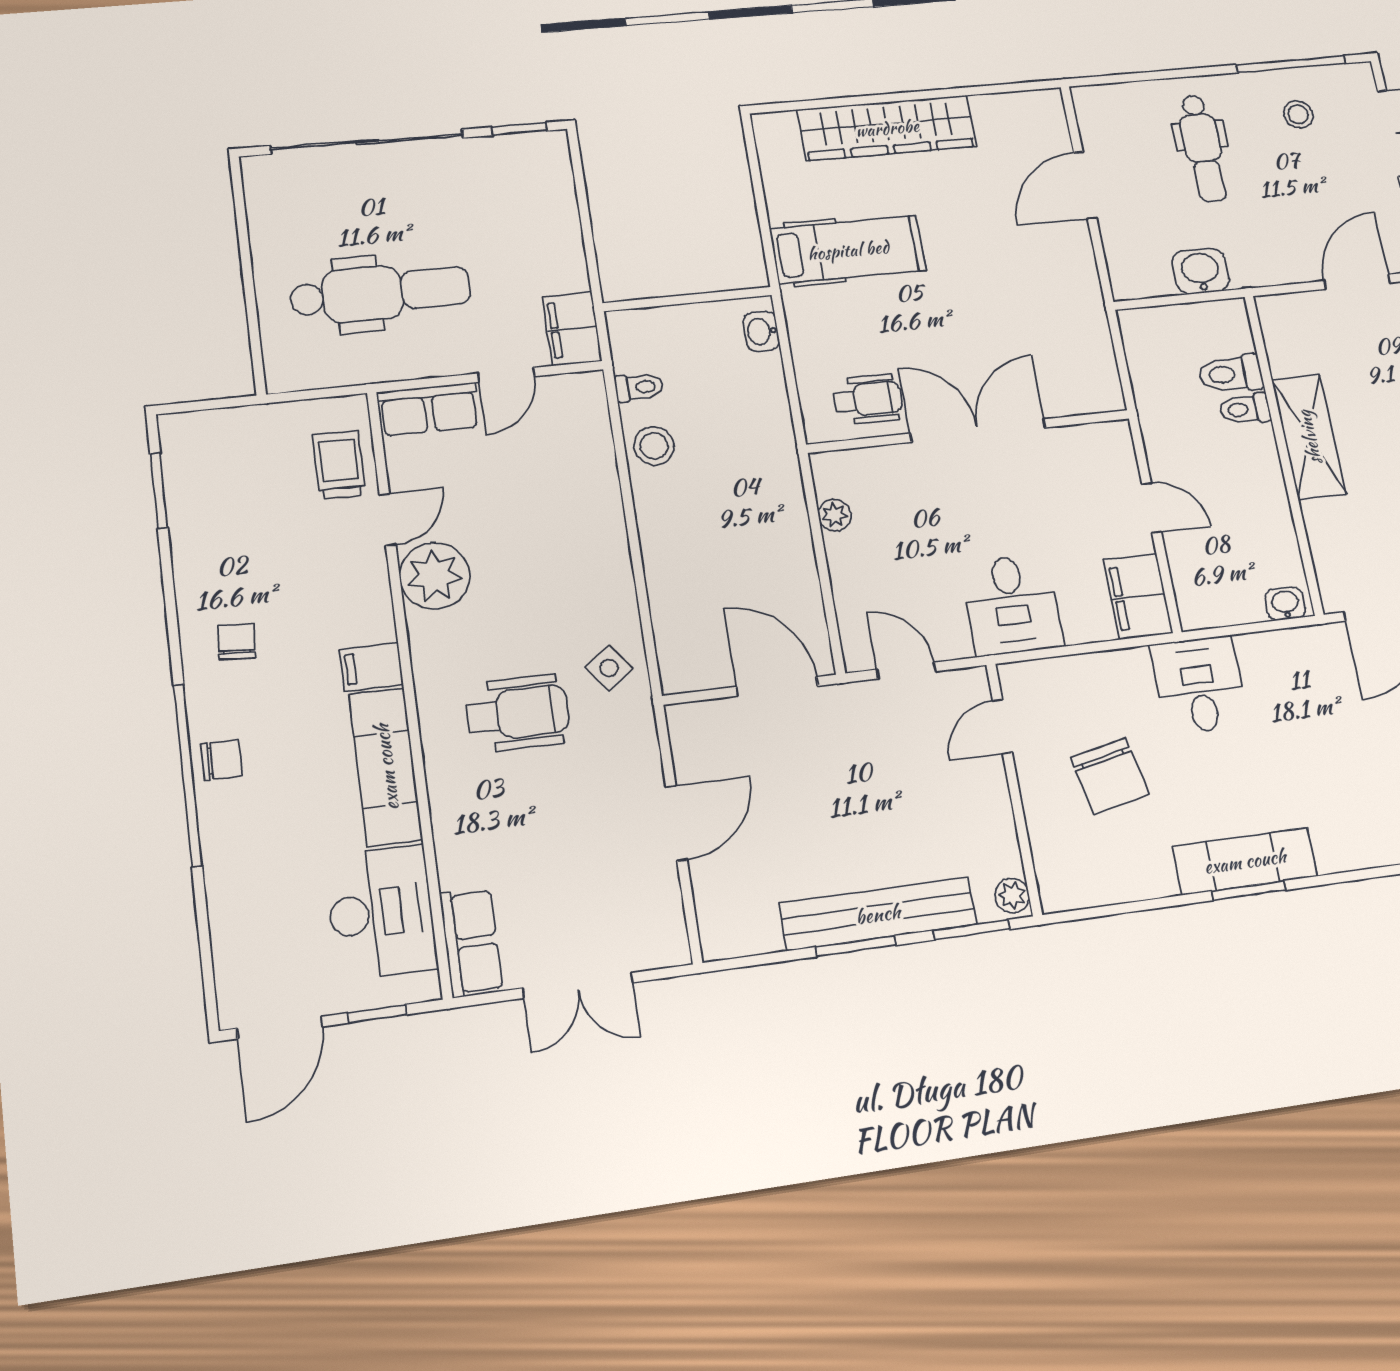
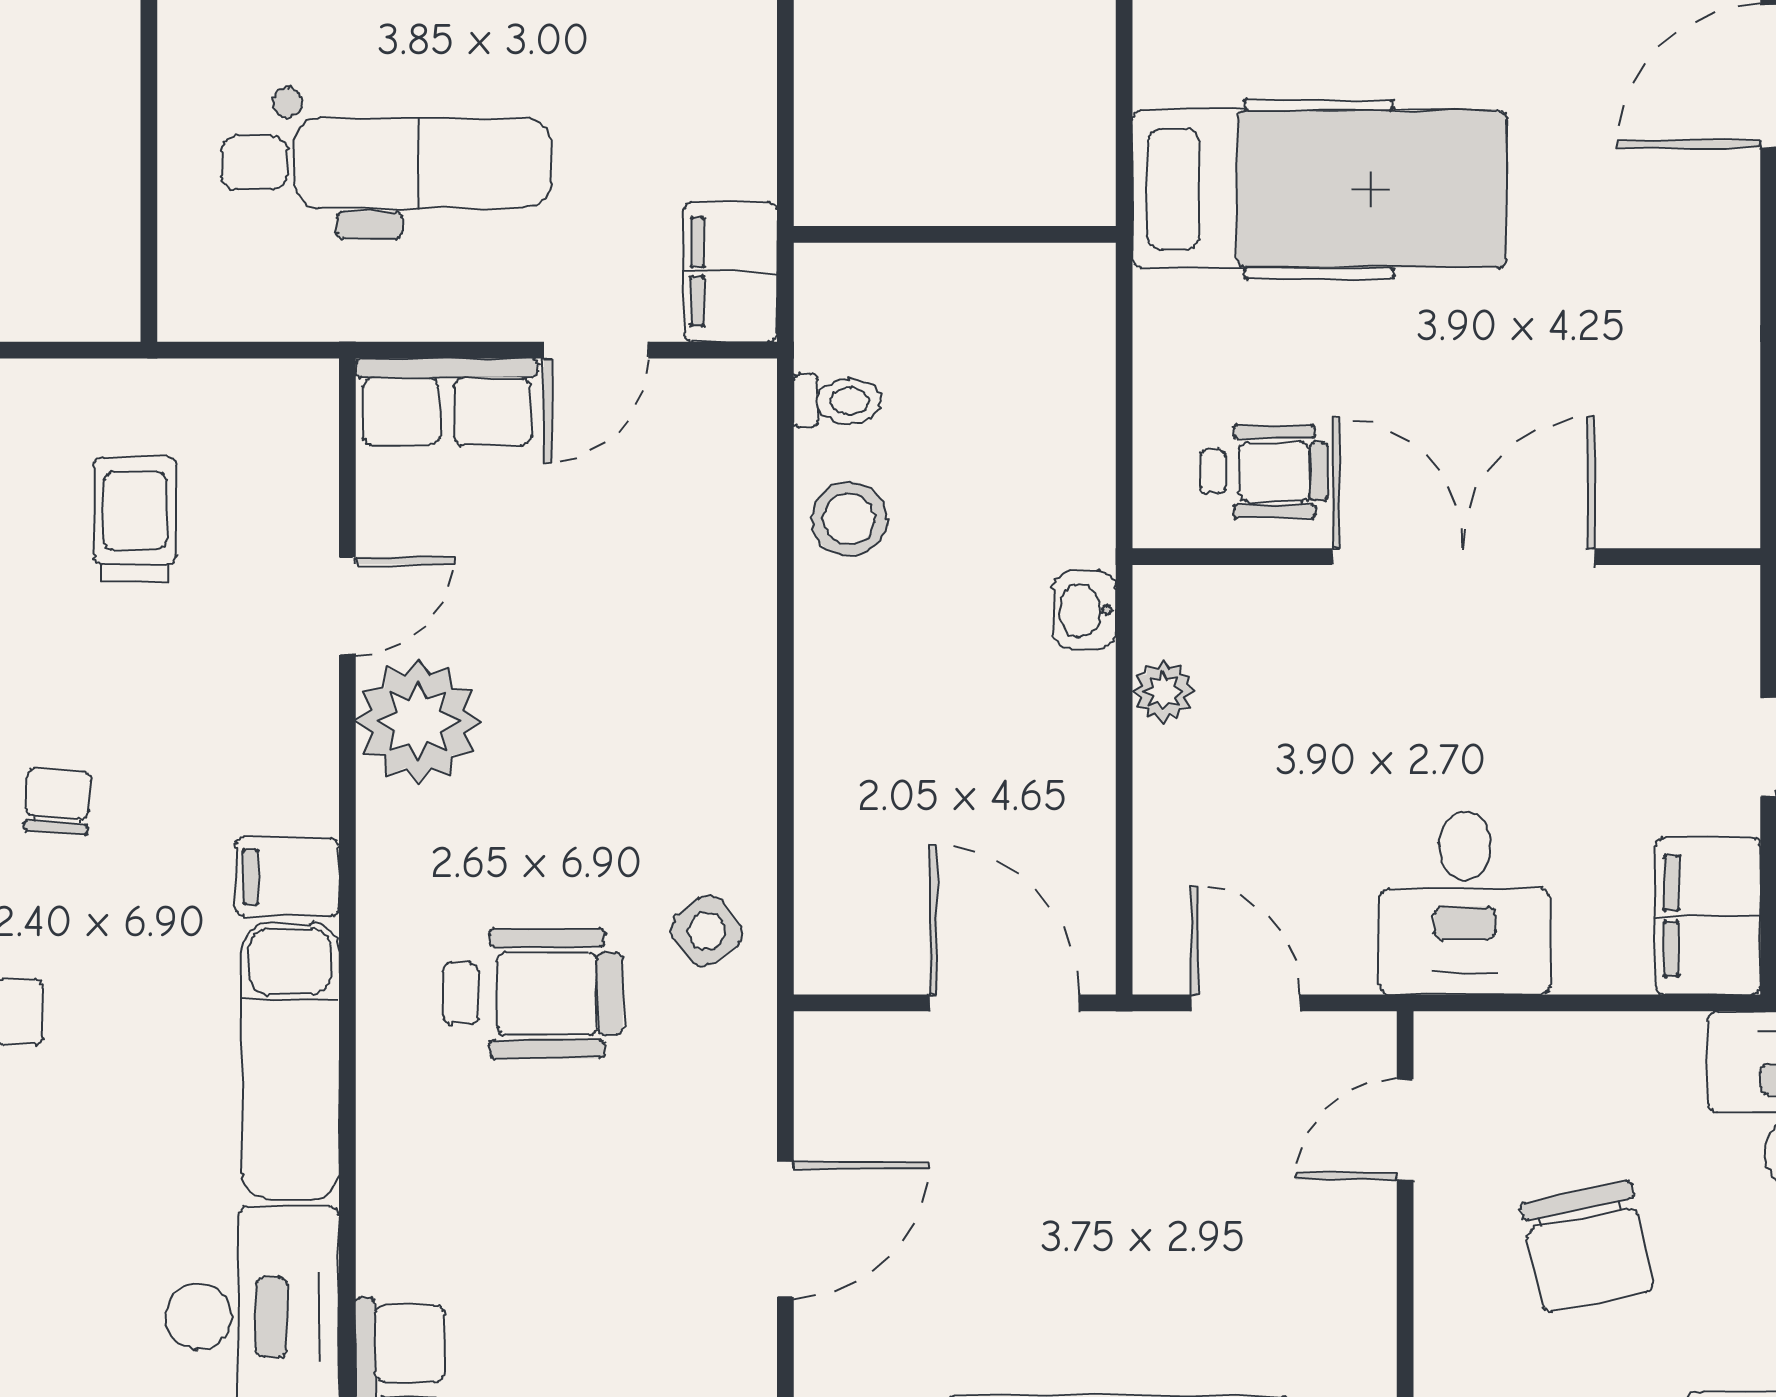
hospital bed: (848, 250) -> (1319, 189), width x1.37, depth x1.29
washbasin: (761, 331) -> (1084, 610), moved
trolley: (339, 465) -> (135, 519), moved

